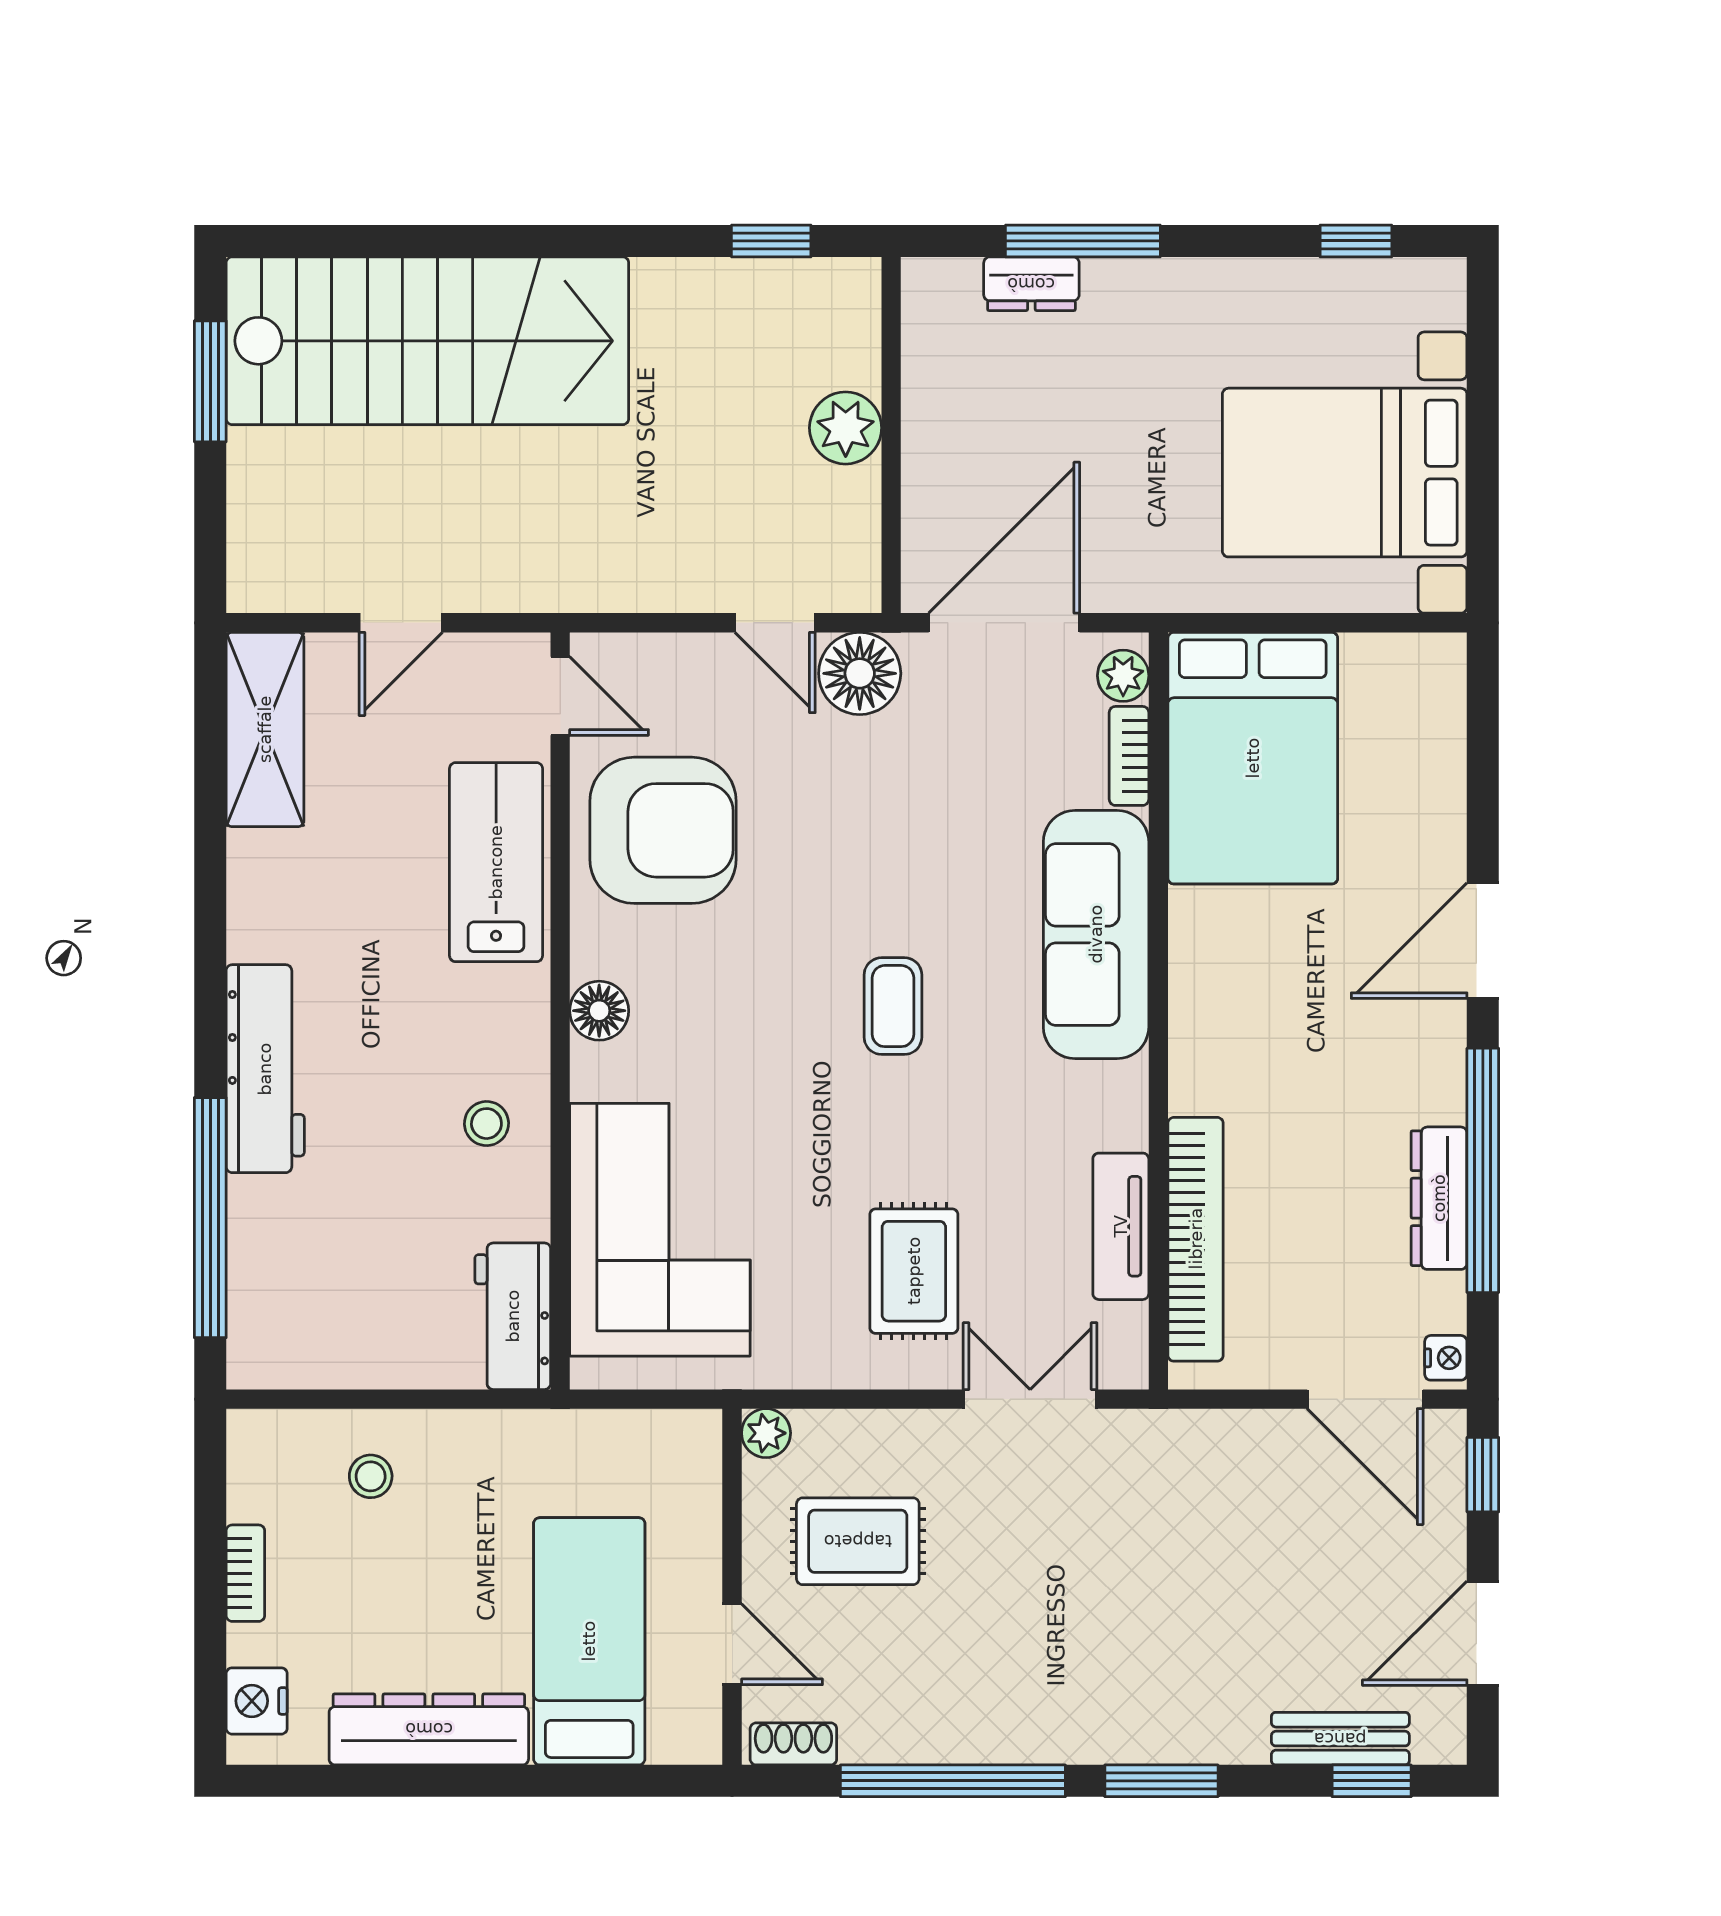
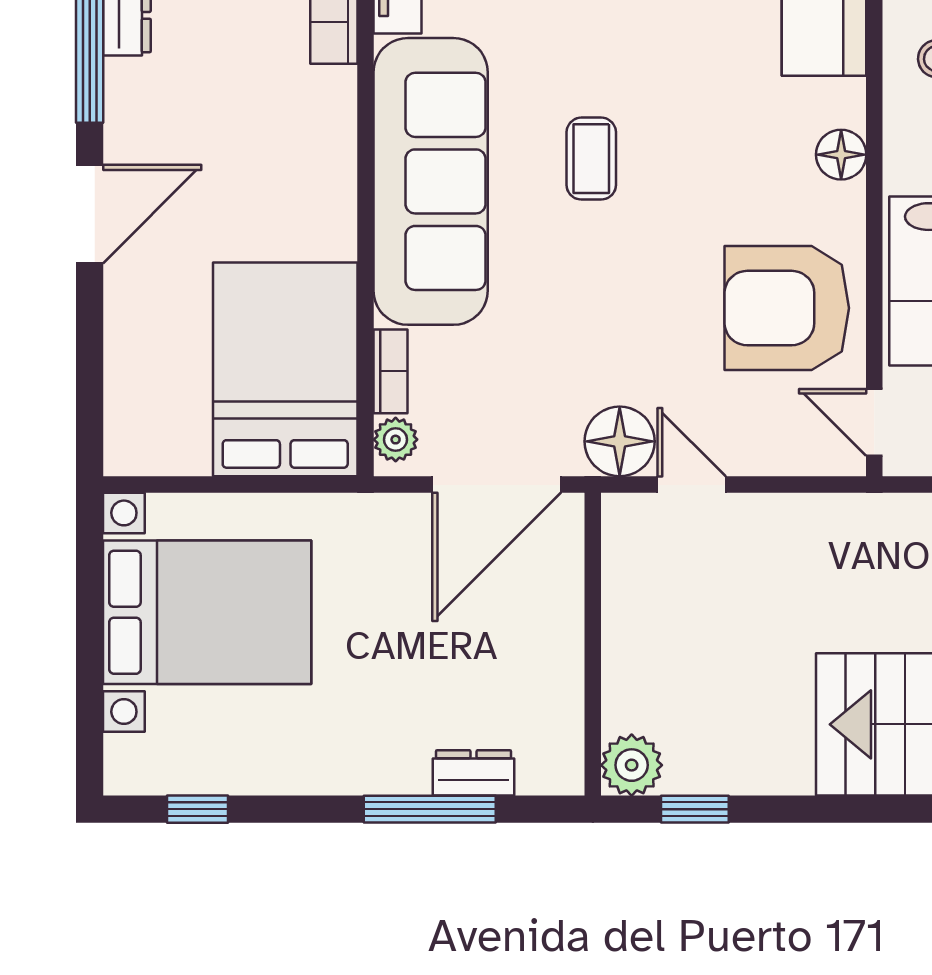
plant: (846, 428) -> (632, 765), moved
sofa: (1096, 934) -> (431, 181), width x1.36, depth x1.27

